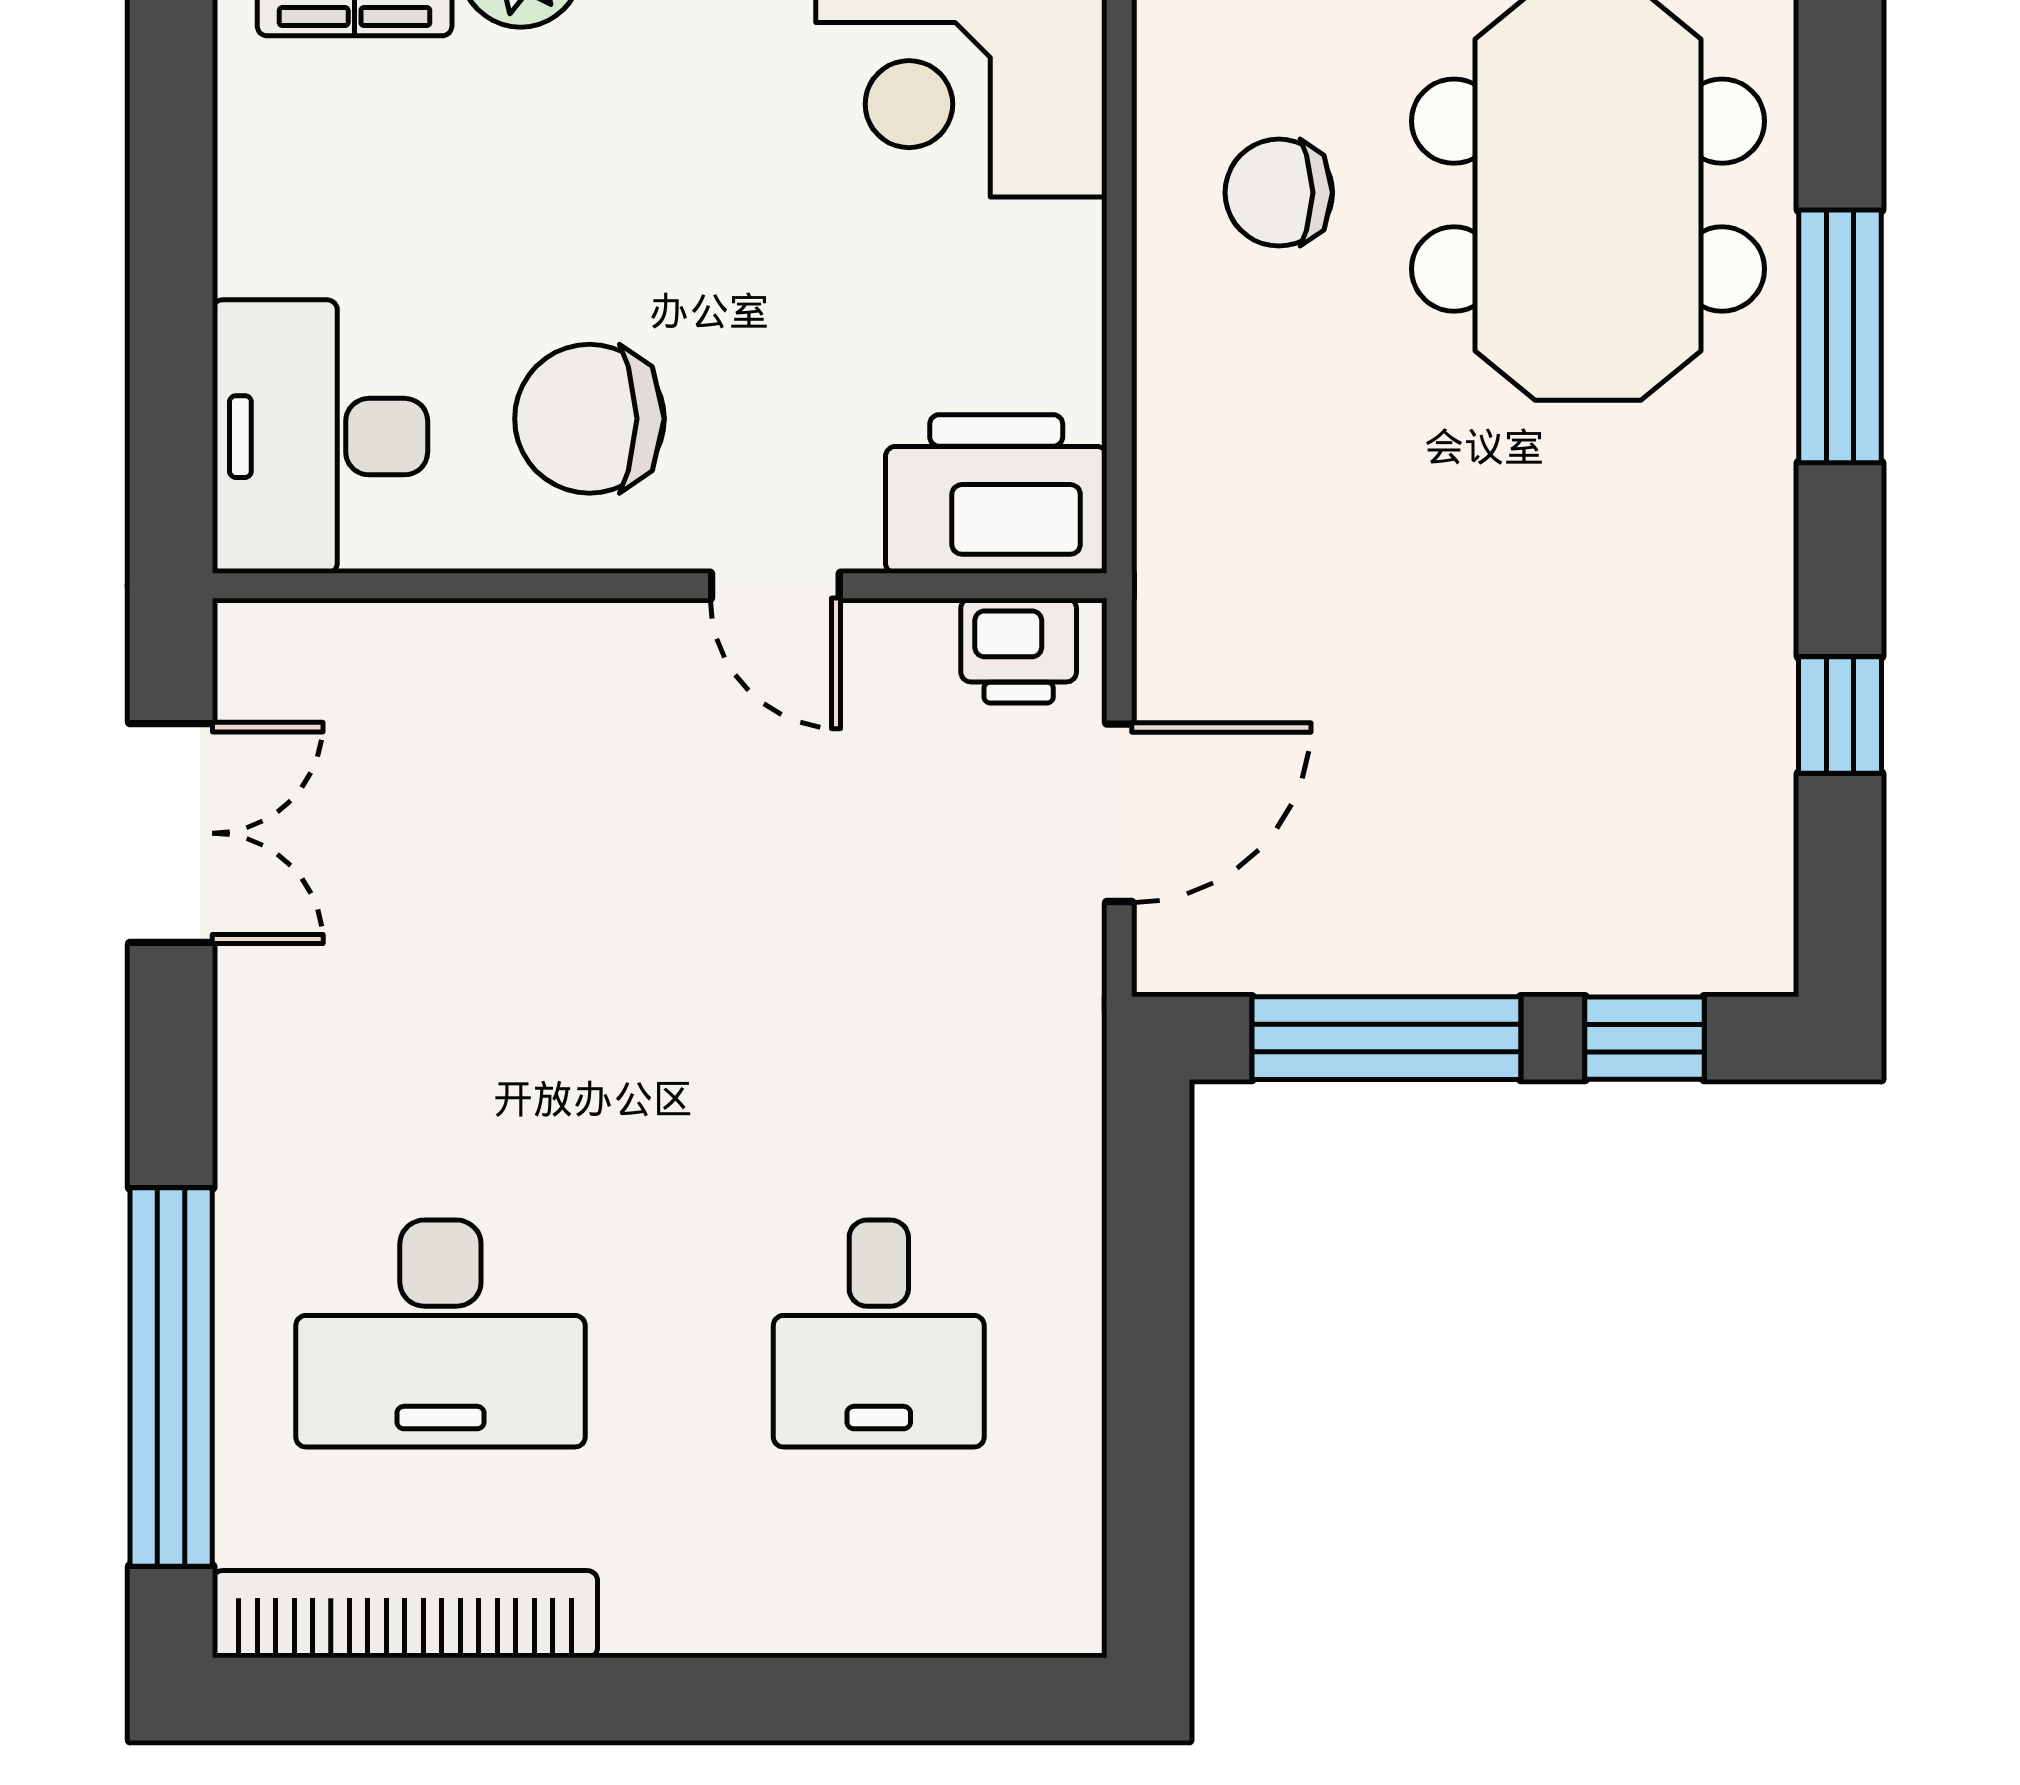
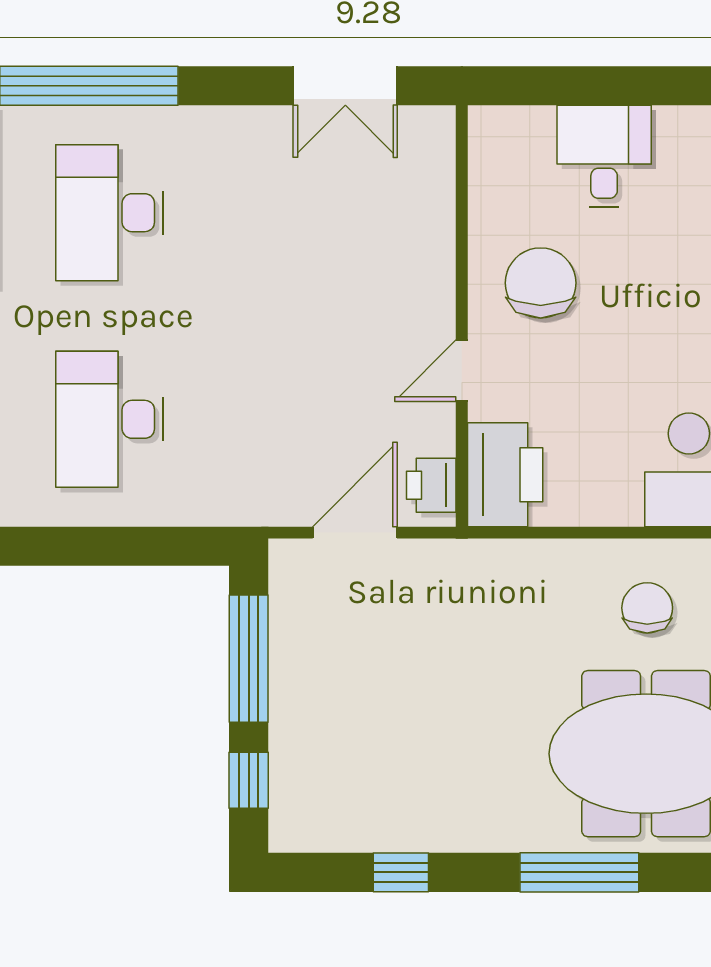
desk: (320, 437) -> (604, 156), moved, width x0.73
door: (1119, 813) -> (355, 533), swing flipped
desk: (879, 1334) -> (109, 419), width x1.37

